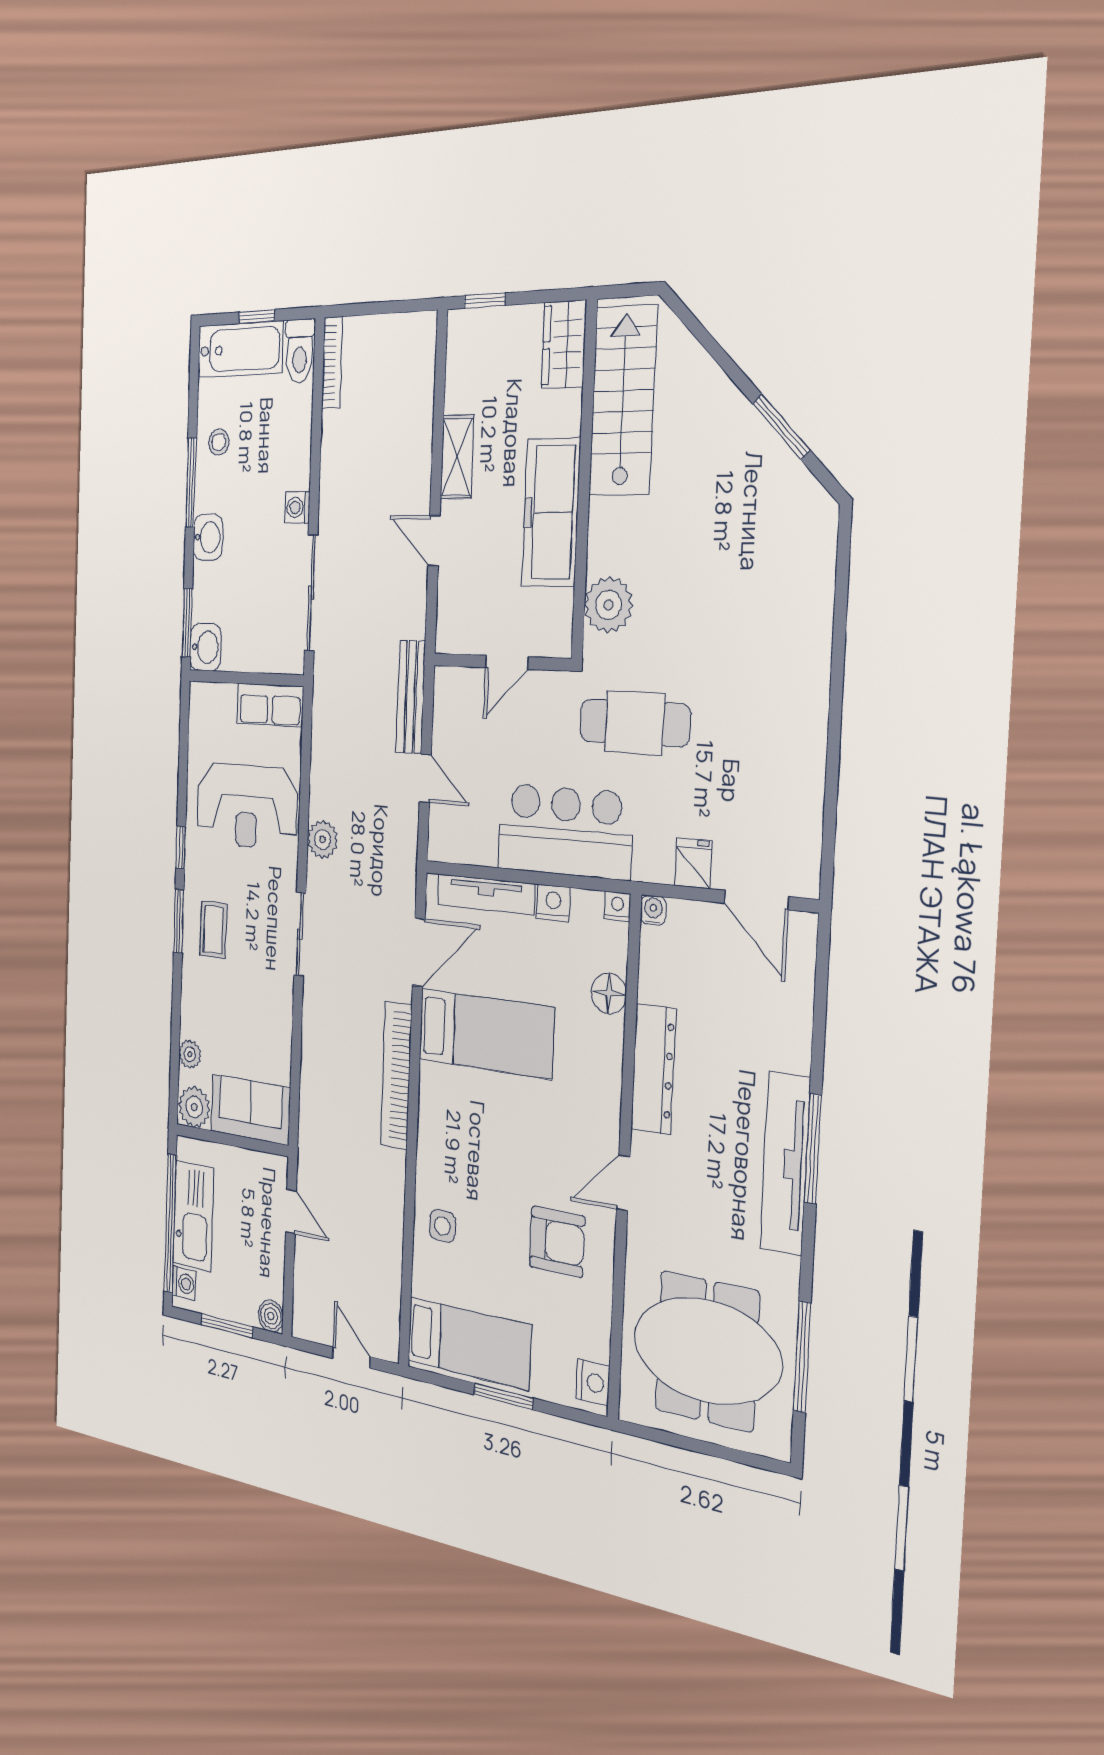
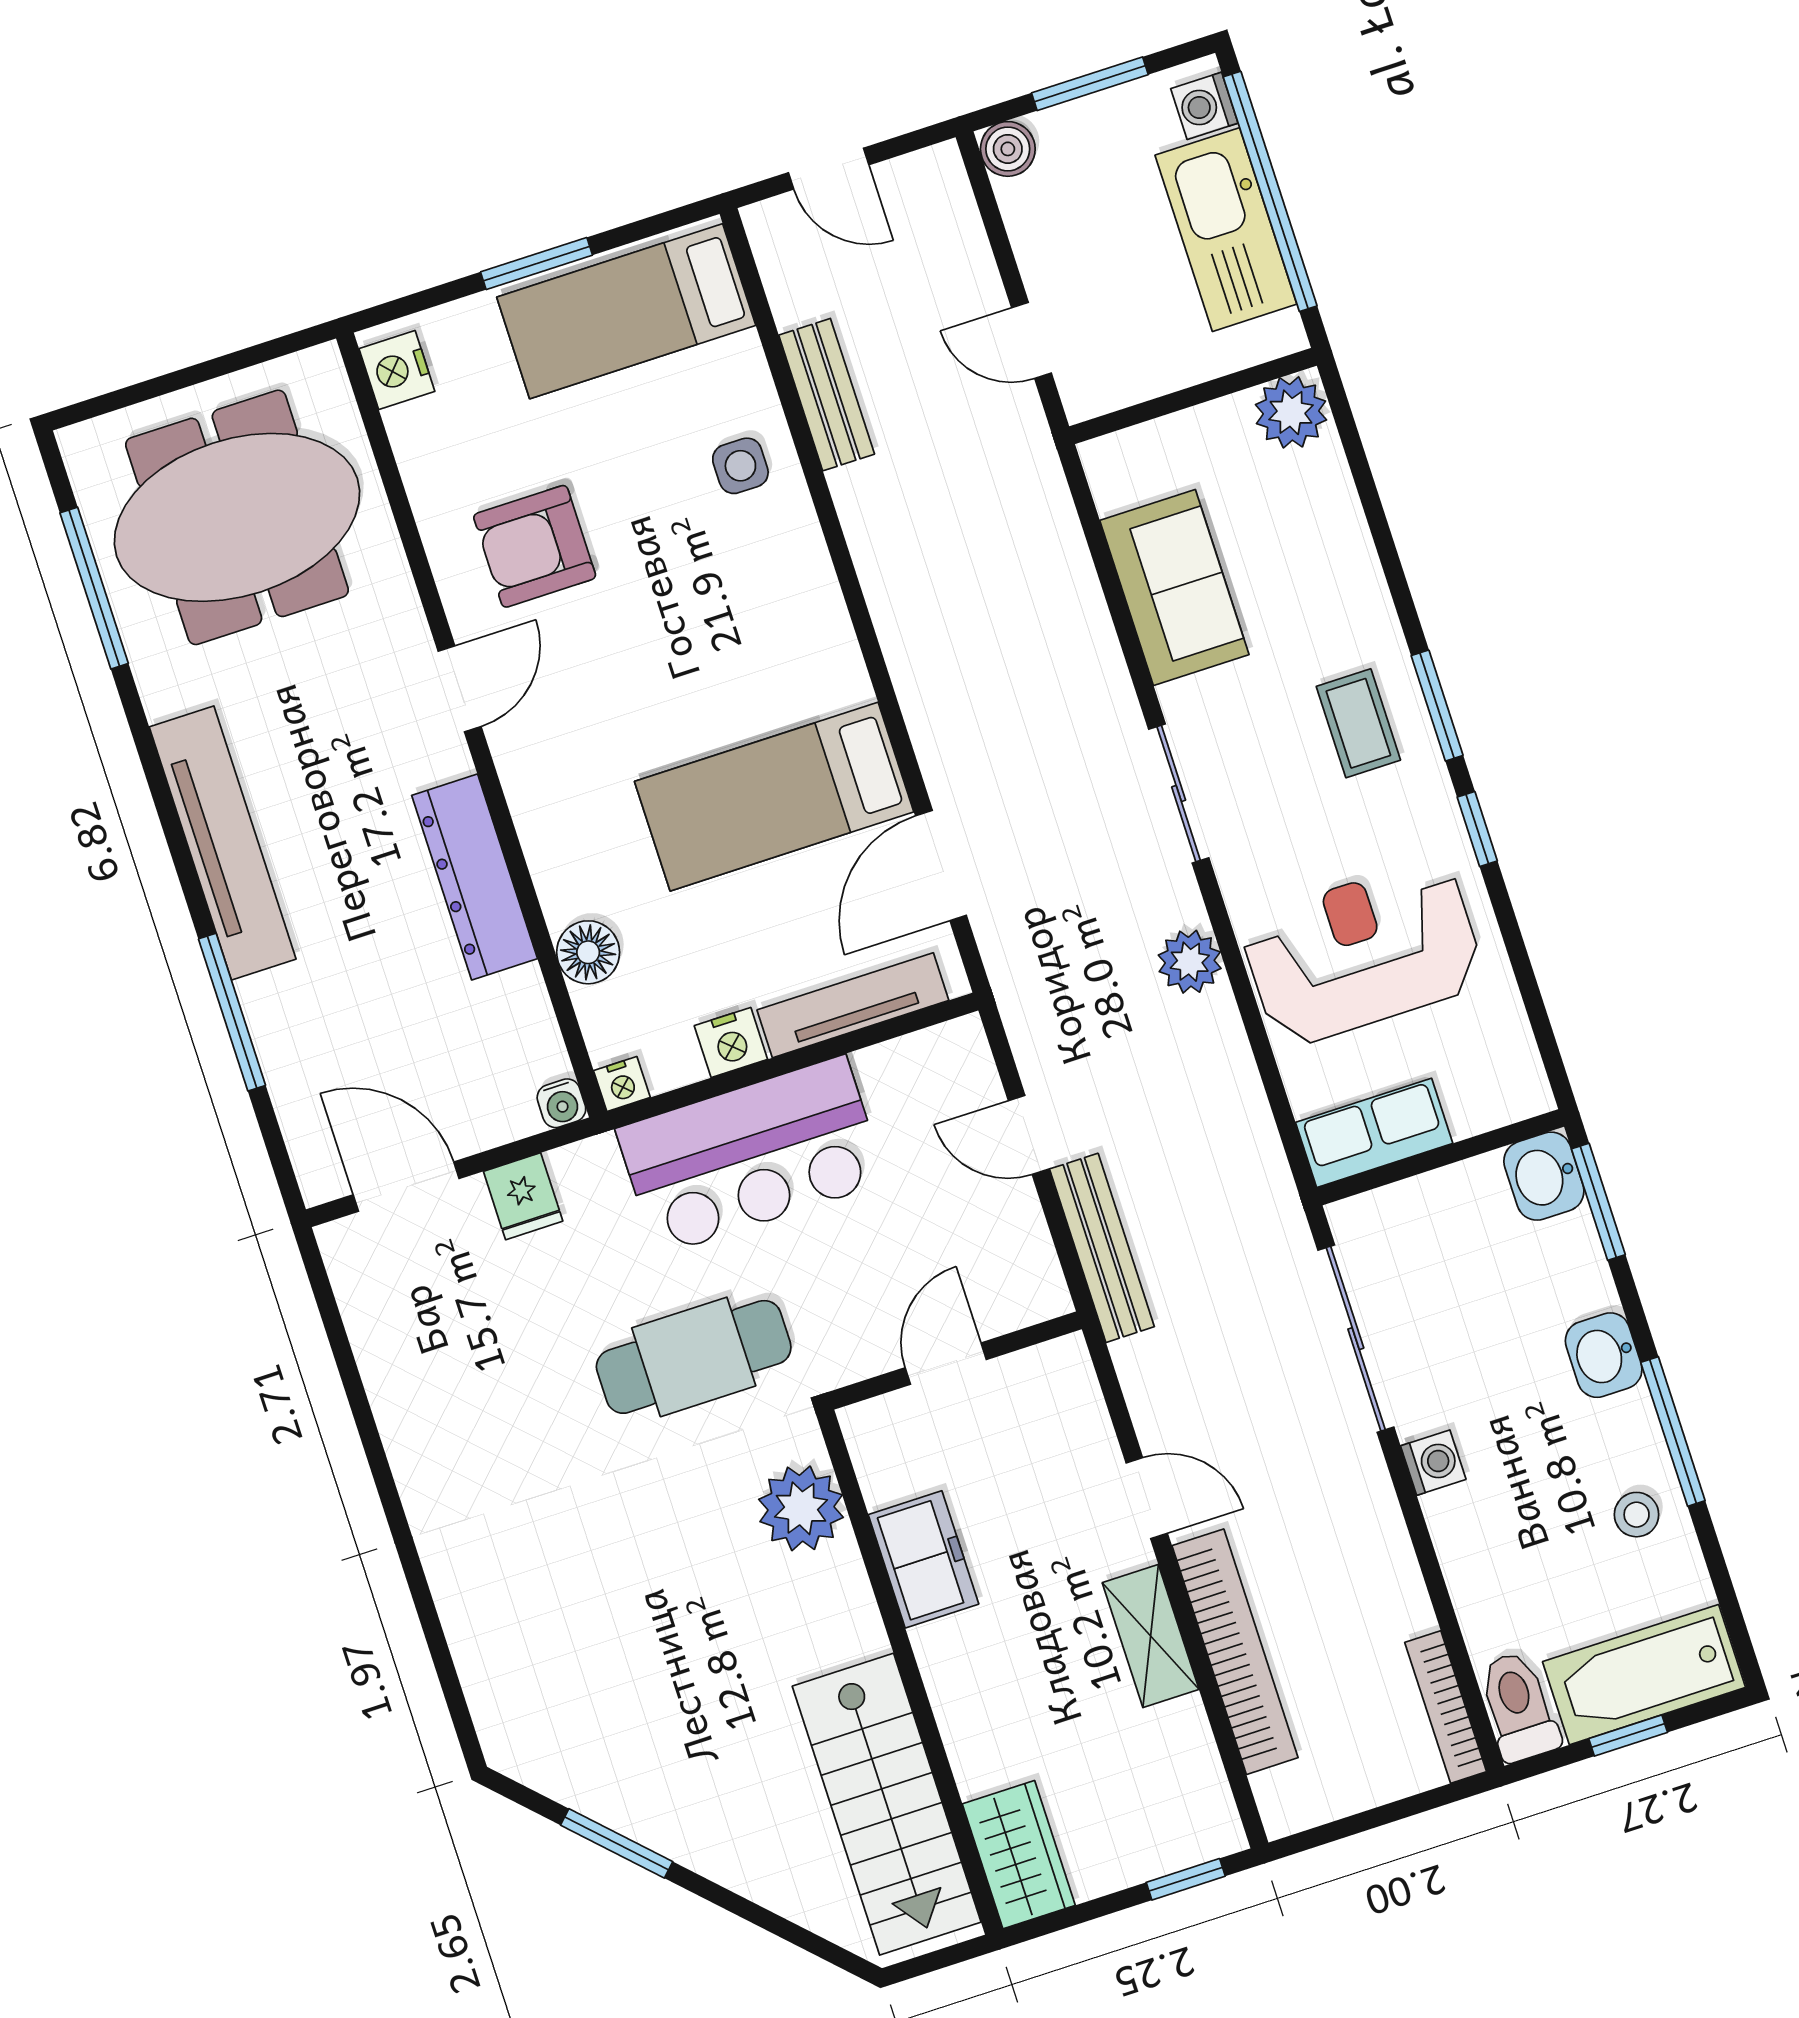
freezer: (551, 512) -> (924, 1559), width x0.52, depth x0.79
plant: (190, 1054) -> (1332, 495), removed
bookcase: (396, 1075) -> (1235, 1652), moved
sofa: (251, 1110) -> (1174, 588), moved, turned -90
window: (813, 1149) -> (232, 1012), moved
bench: (390, 1240) -> (827, 395), added

